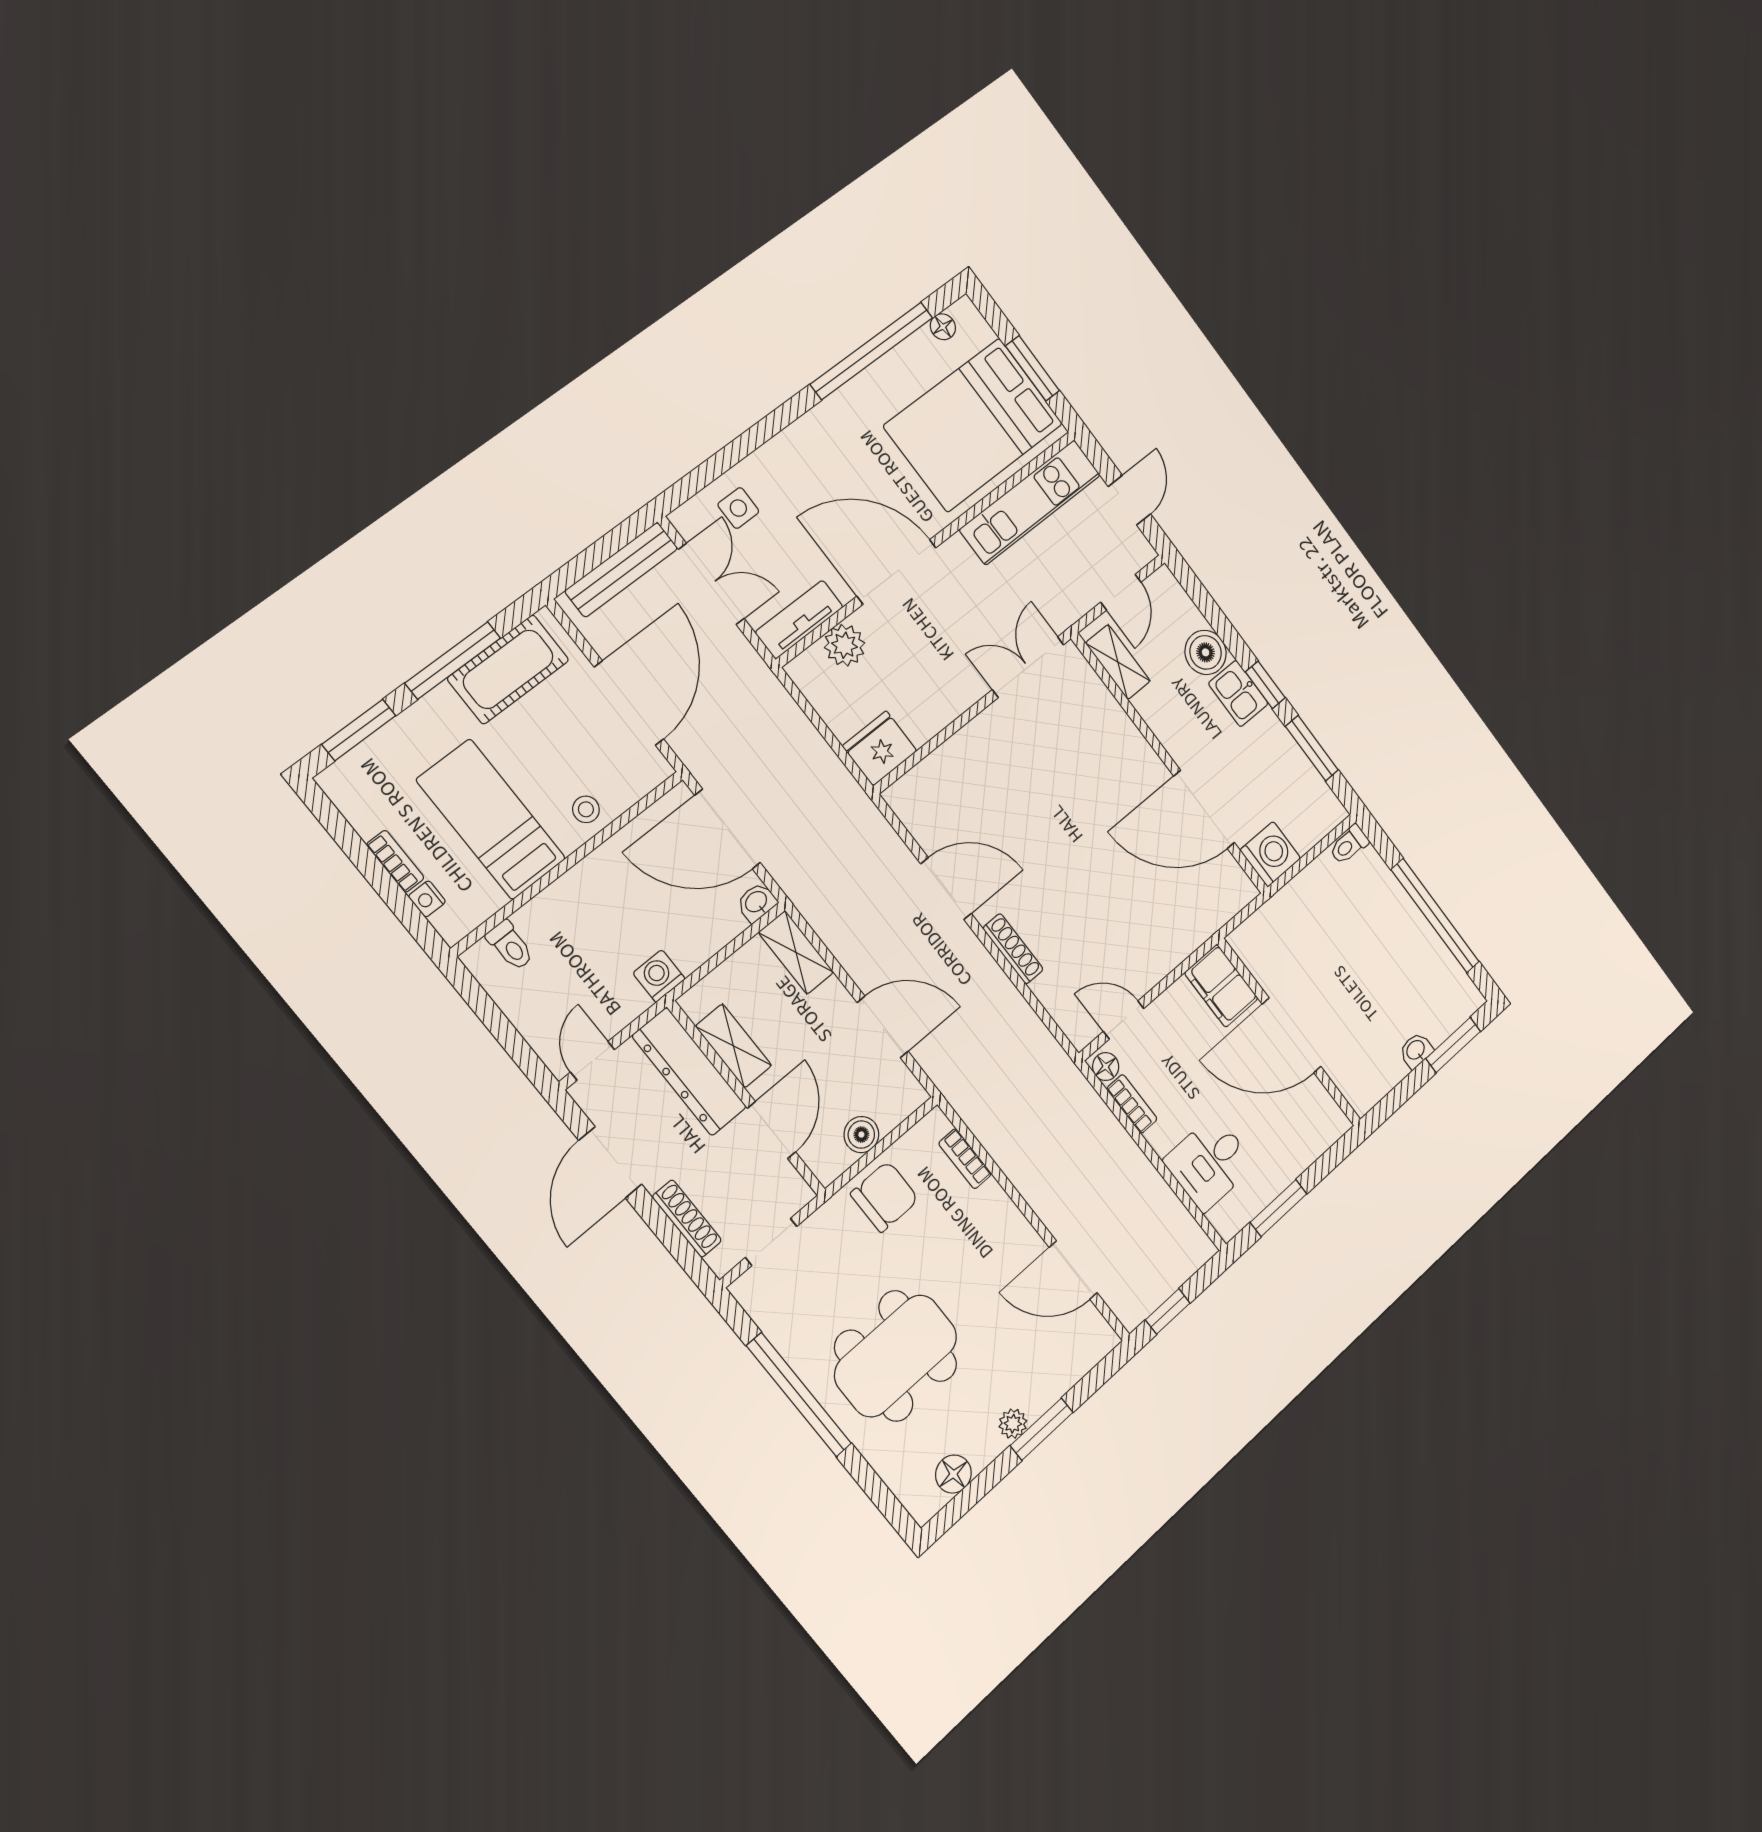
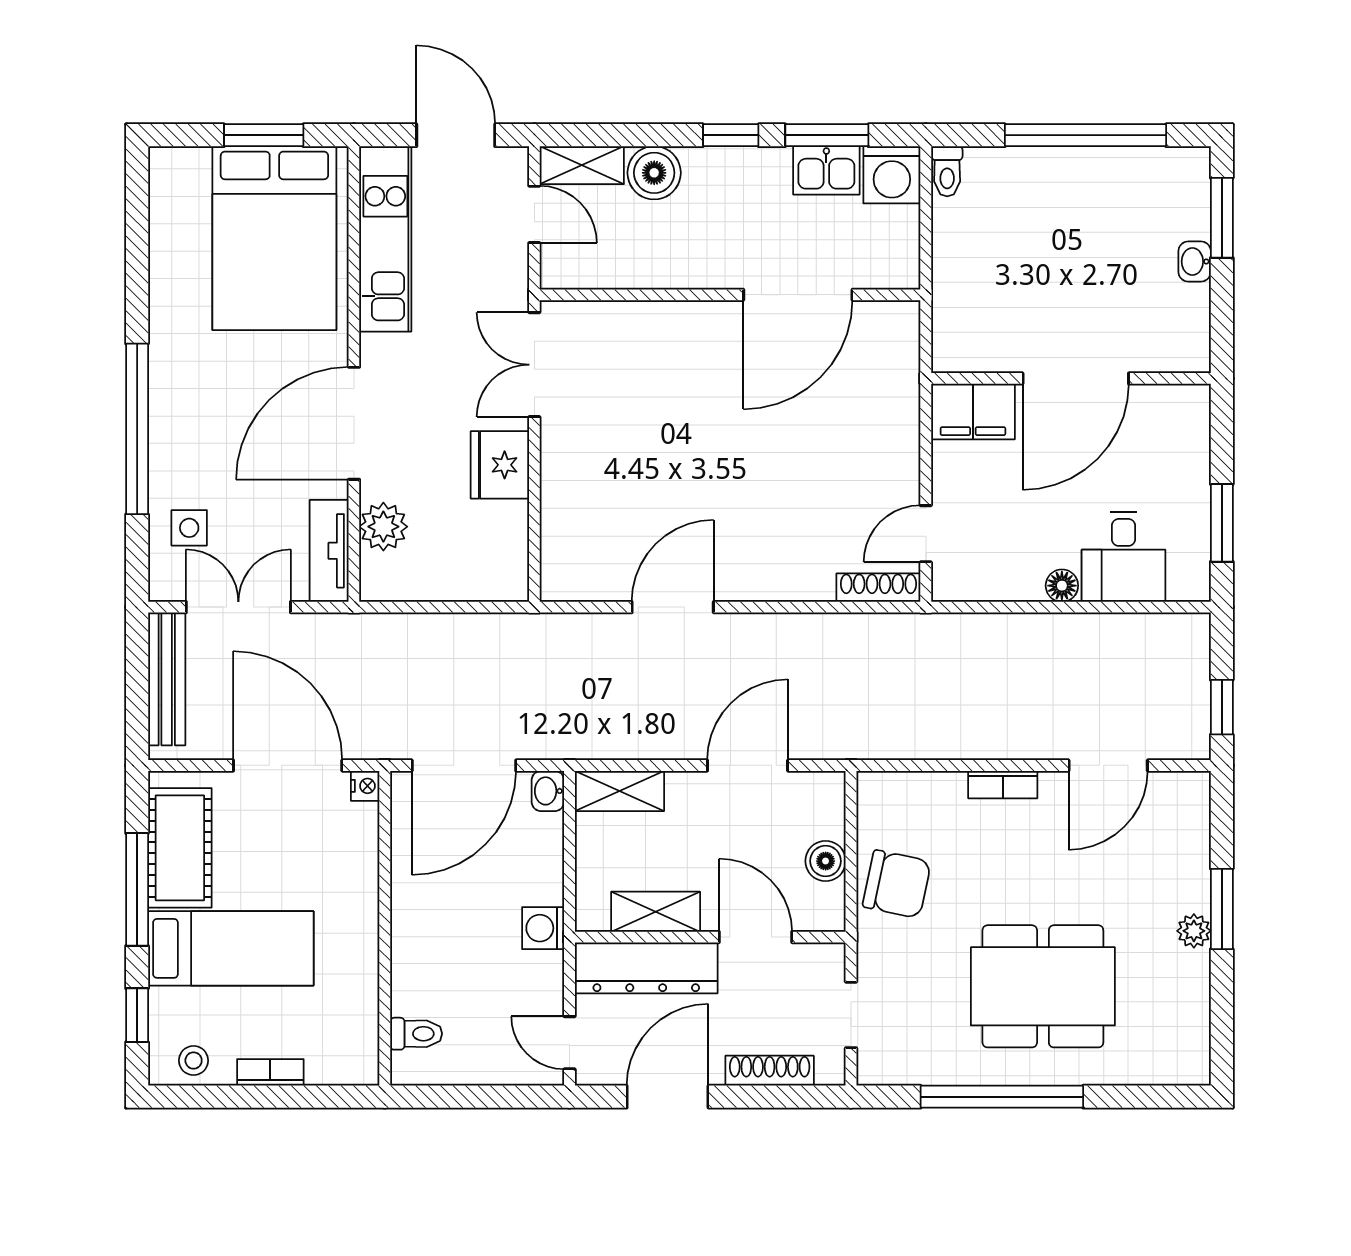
floor lamp: (943, 327) -> (163, 195), removed
window: (872, 351) -> (137, 429), moved
door: (1129, 500) -> (456, 135), width x1.38
shelving: (1118, 662) -> (582, 165), moved
kitchen sink: (1238, 694) -> (826, 170), moved
window: (359, 730) -> (137, 1015), width x0.67
fridge: (880, 748) -> (500, 465), moved
stool: (586, 809) -> (194, 1061), moved
bed: (491, 819) -> (231, 948), moved, turned 180
washing machine: (1270, 854) -> (892, 175), moved, turned 180
nightstand: (427, 899) -> (365, 786), moved, turned -90
shoe rack: (1013, 949) -> (878, 588), moved
floor lamp: (1106, 1067) -> (1062, 586), moved
bookcase: (1132, 1104) -> (1008, 588), removed
bookcase: (965, 1159) -> (1003, 785), moved
door: (610, 1162) -> (668, 1097), swing flipped
chair: (885, 1197) -> (897, 884), turned 102
dining table: (896, 1356) -> (1043, 986), turned 90
floor lamp: (953, 1474) -> (1190, 1019), removed

